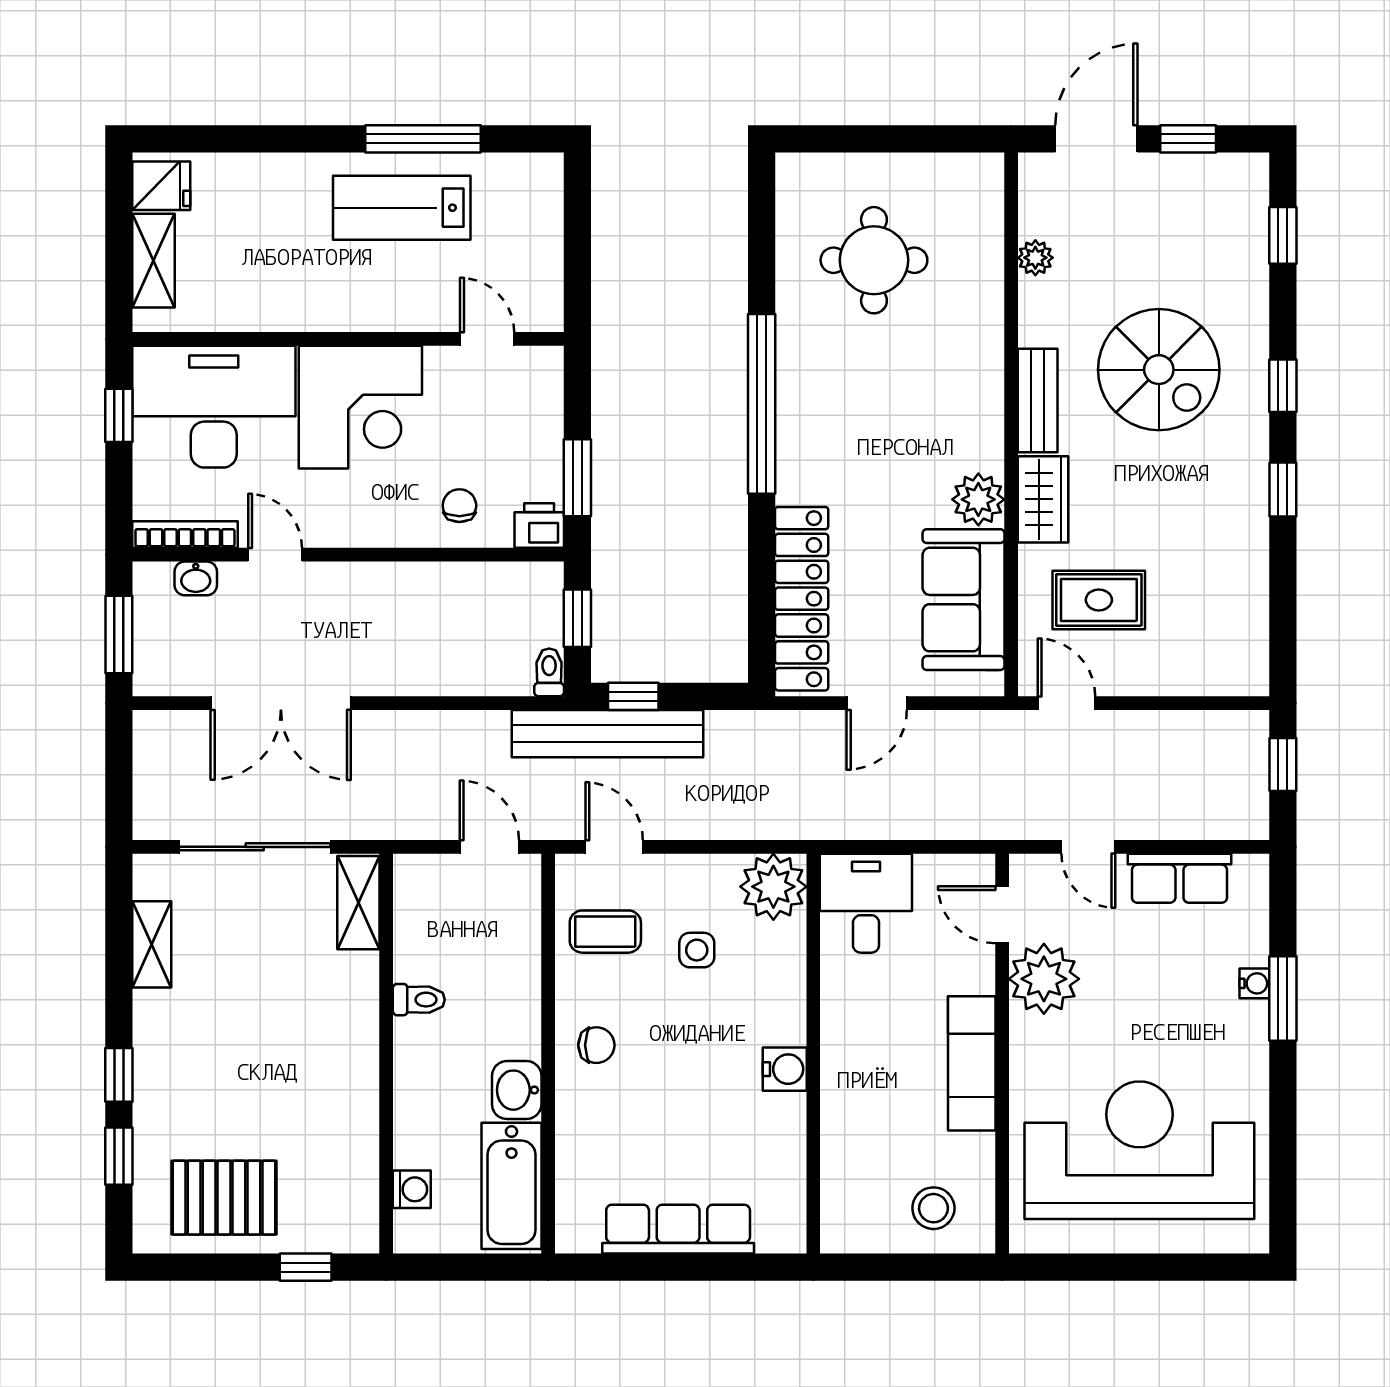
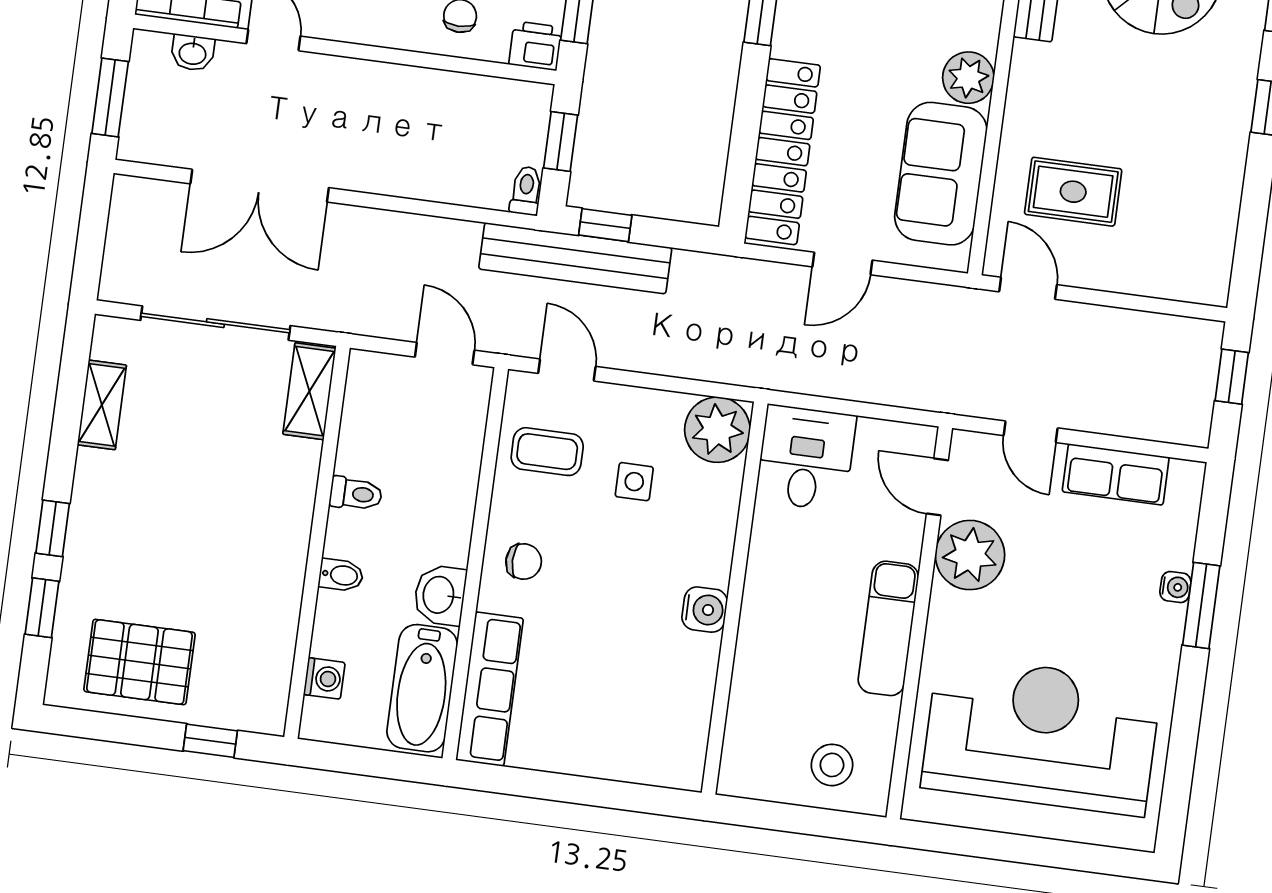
wardrobe: (1043, 499) -> (1032, 86), removed
bidet: (415, 1083) -> (341, 575), added
row of seats: (678, 1229) -> (490, 689), moved, turned 90

